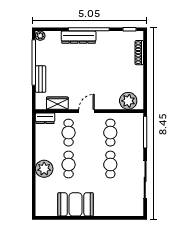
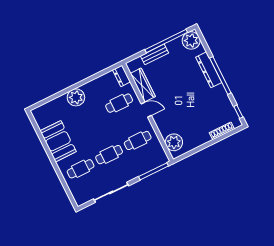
plant: (40, 36) -> (191, 40), width x1.88, depth x1.88
wardrobe: (57, 103) -> (143, 85), width x1.50
cafe table: (69, 165) -> (81, 169), moved

